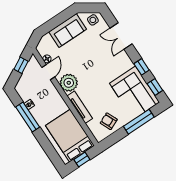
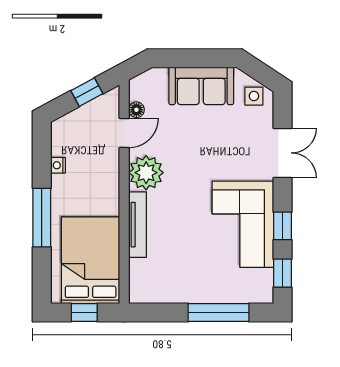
double door: (121, 36) -> (283, 153), swing flipped
corner sofa: (135, 93) -> (243, 224), moved
window: (28, 117) -> (42, 218), moved
armchair: (109, 121) -> (170, 279), removed

